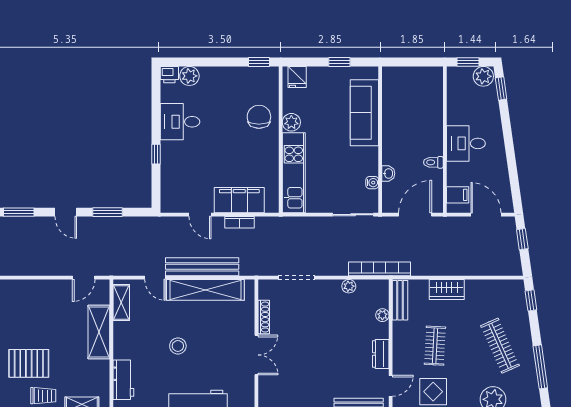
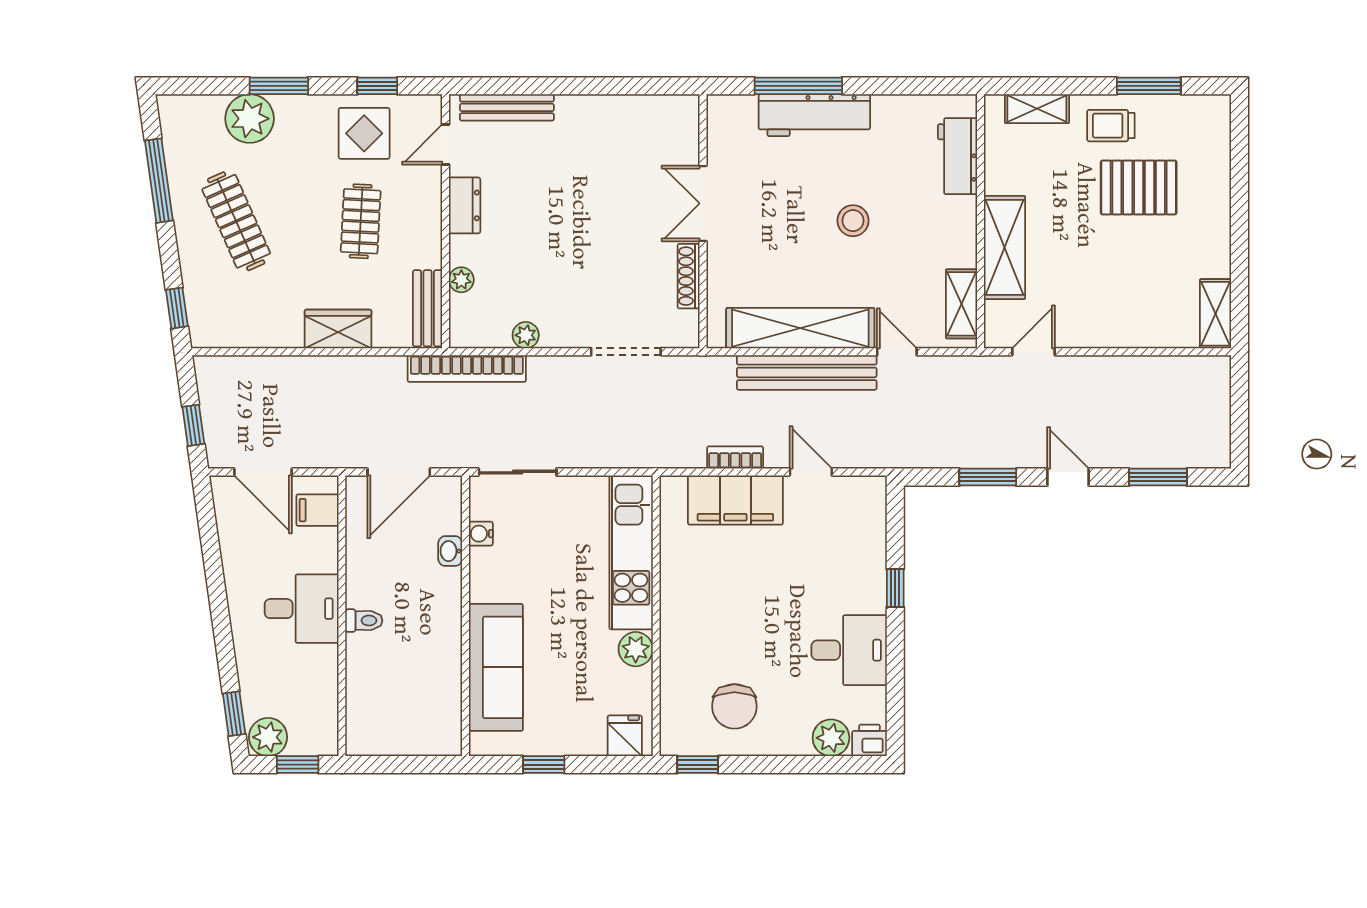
chair: (259, 117) -> (734, 706), moved
toilet: (433, 162) -> (364, 621), moved

